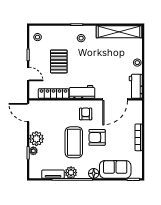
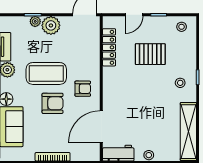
workbench: (82, 92) -> (111, 84), removed
door: (115, 99) -> (101, 127), hinge flipped
armchair: (97, 137) -> (53, 103), turned 90

